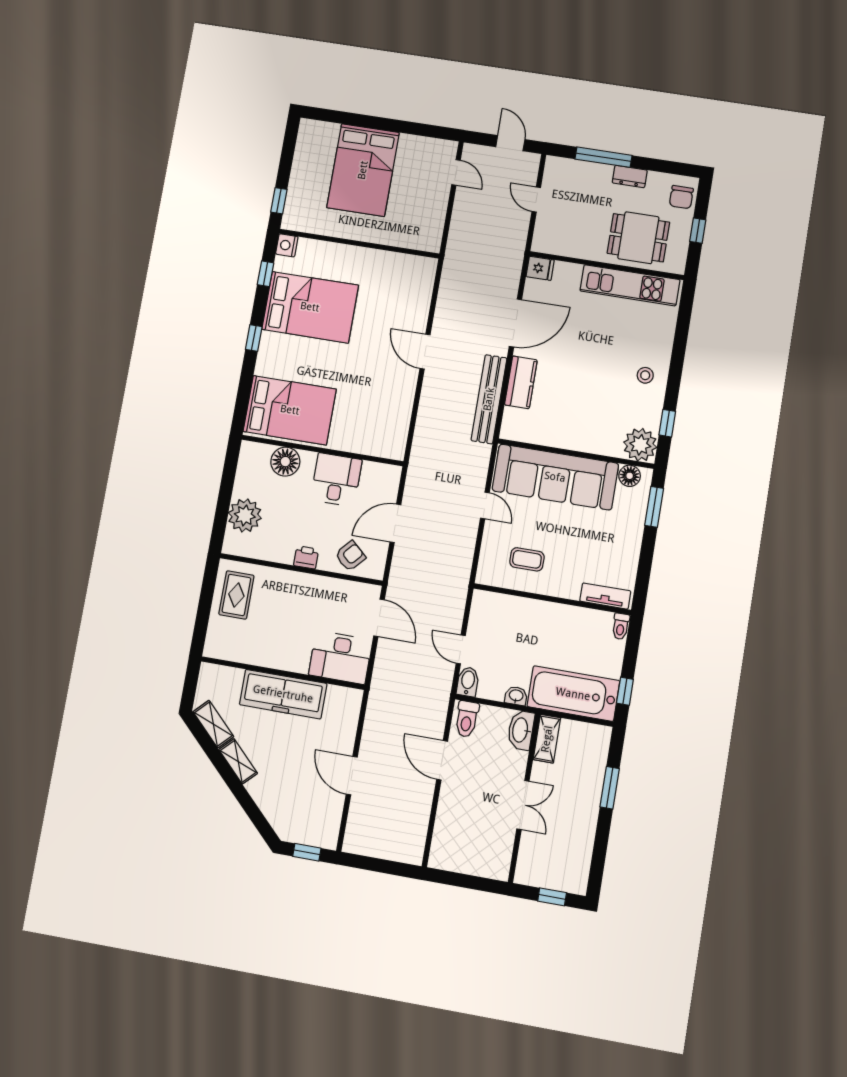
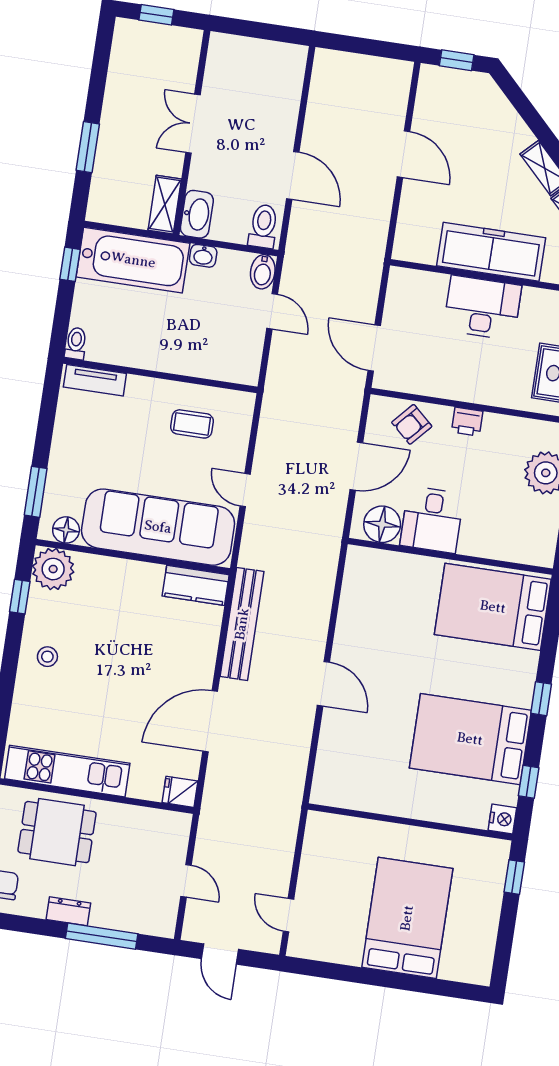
kitchen counter: (521, 382) -> (196, 585), moved, turned -90
floor lamp: (285, 462) -> (382, 524), moved
desk: (340, 657) -> (482, 308), moved

